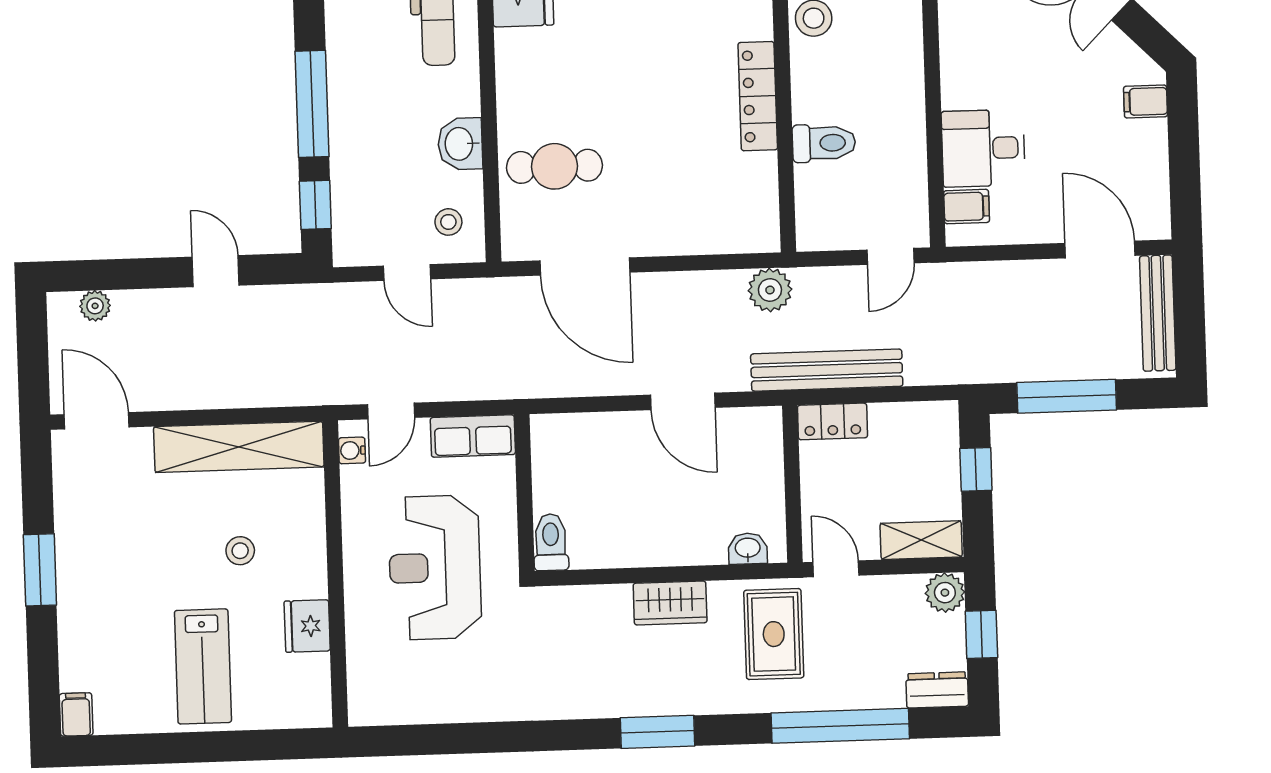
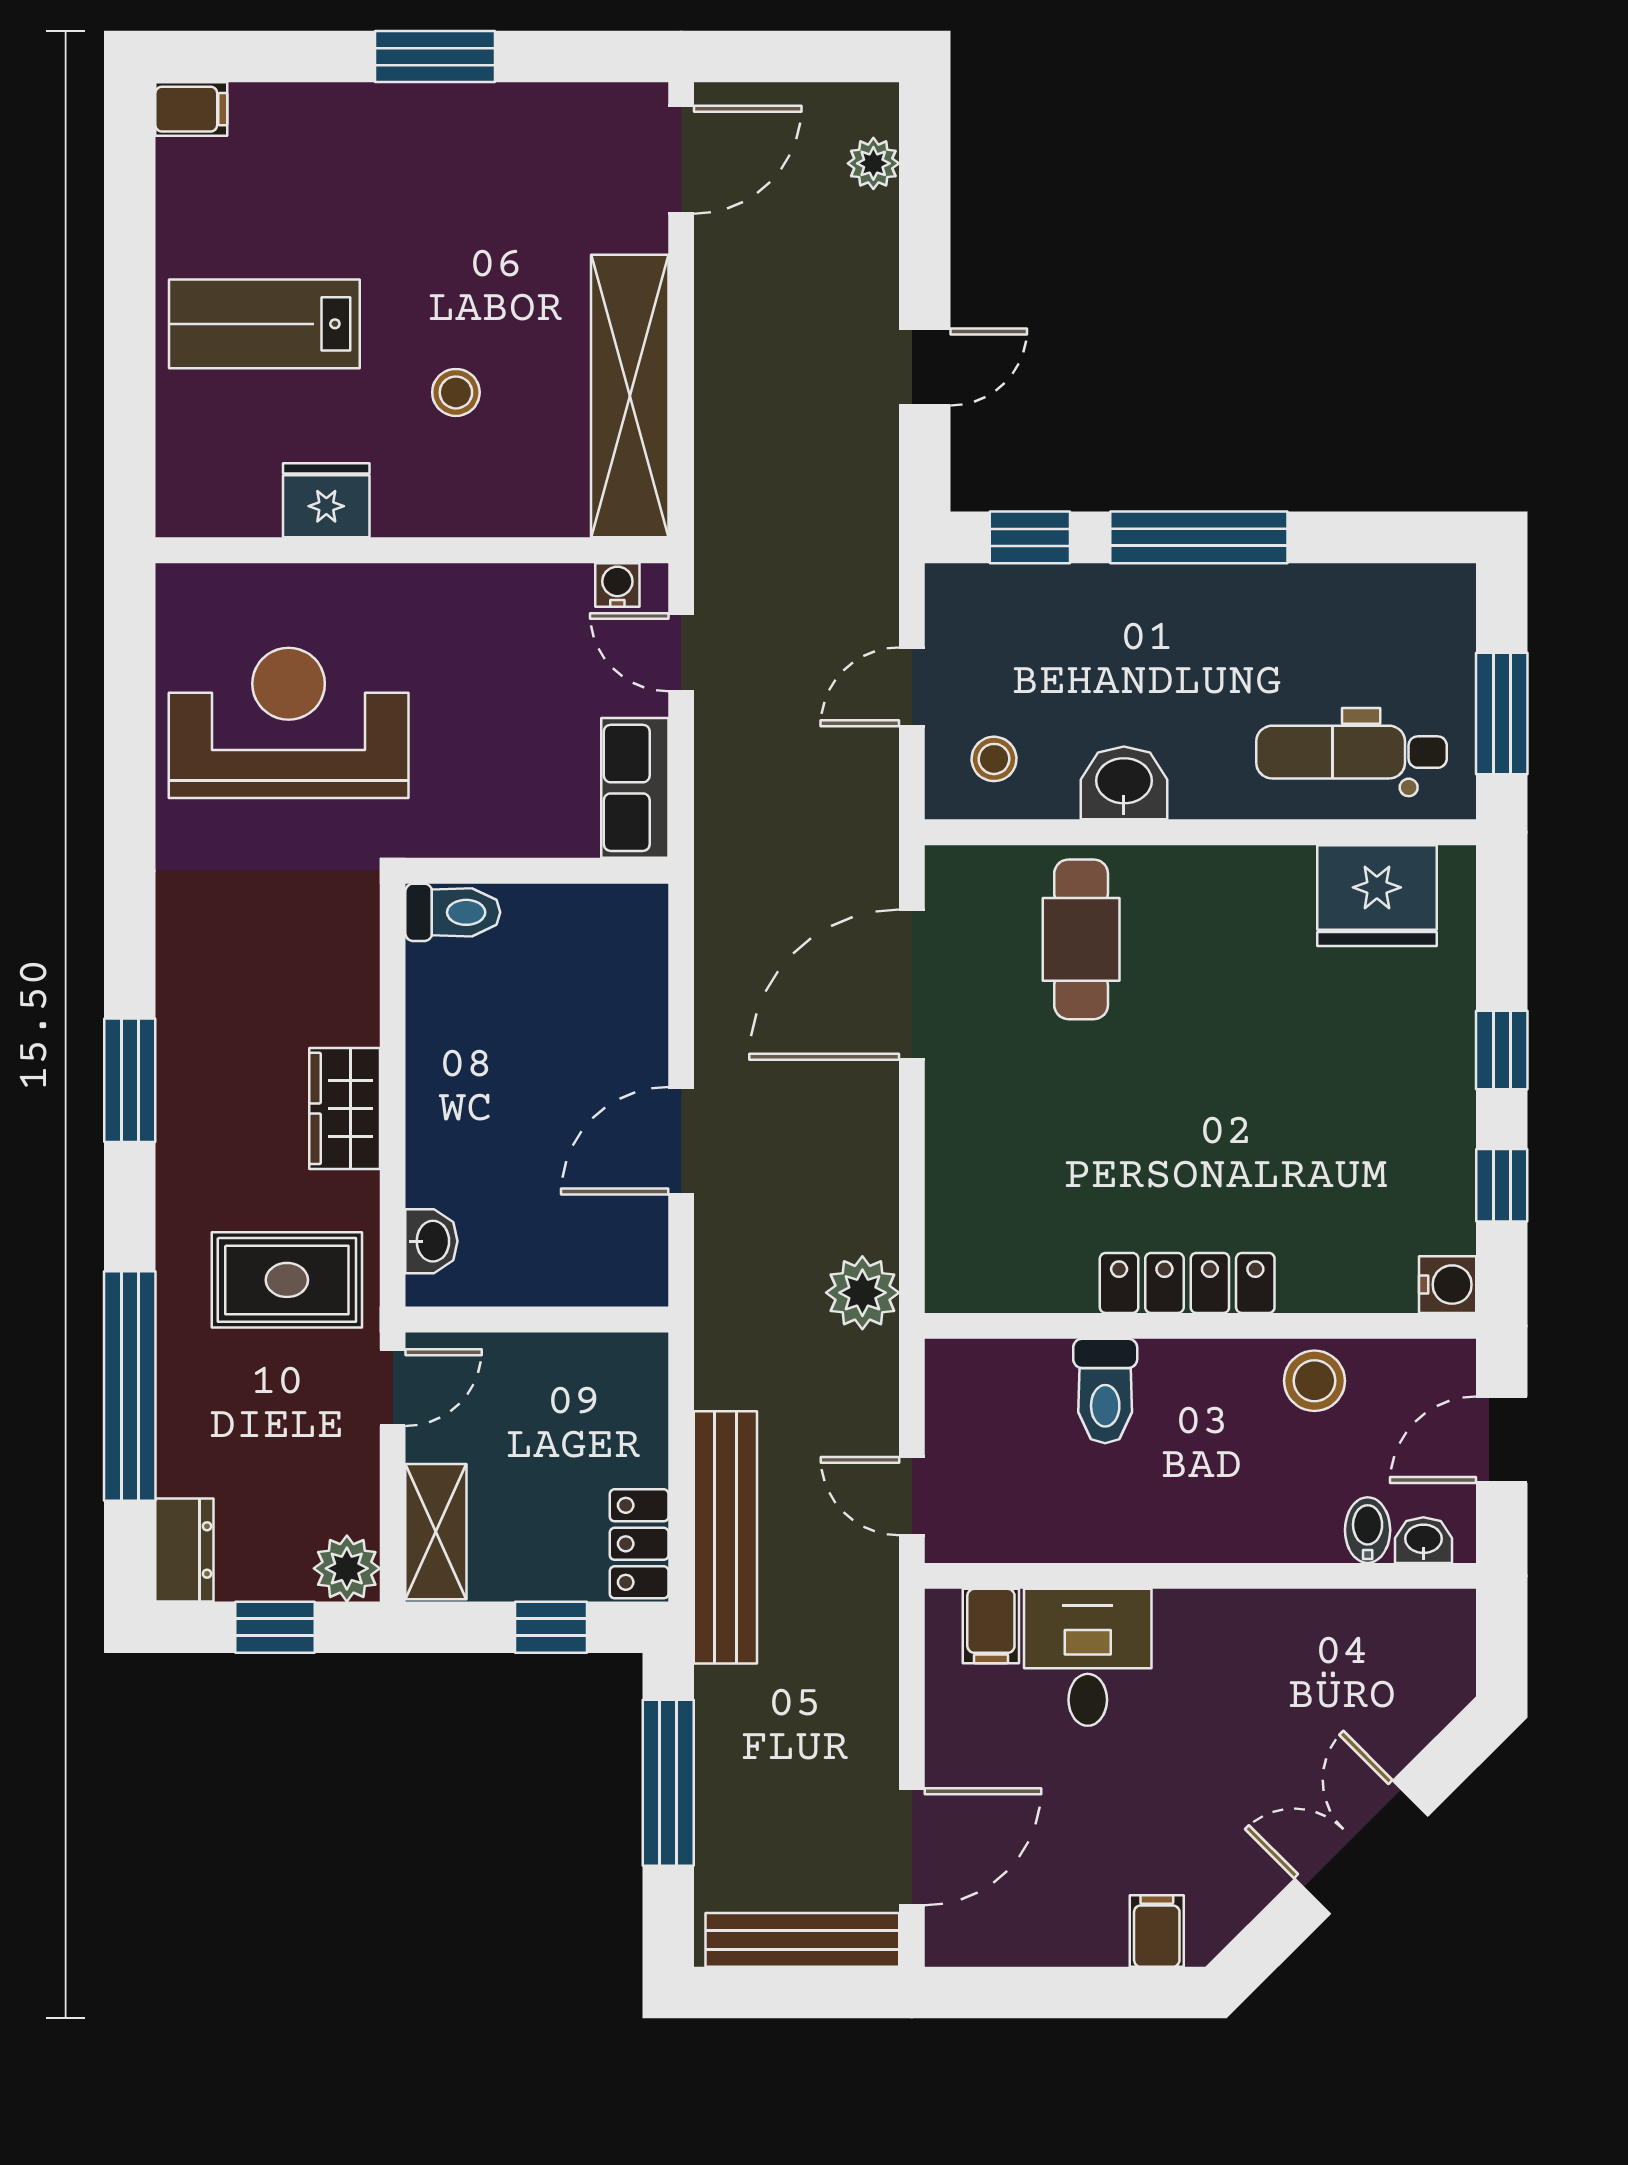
bench: (827, 370) -> (725, 1537), moved
locker: (833, 421) -> (639, 1544), moved
reception desk: (435, 568) -> (289, 723), moved

